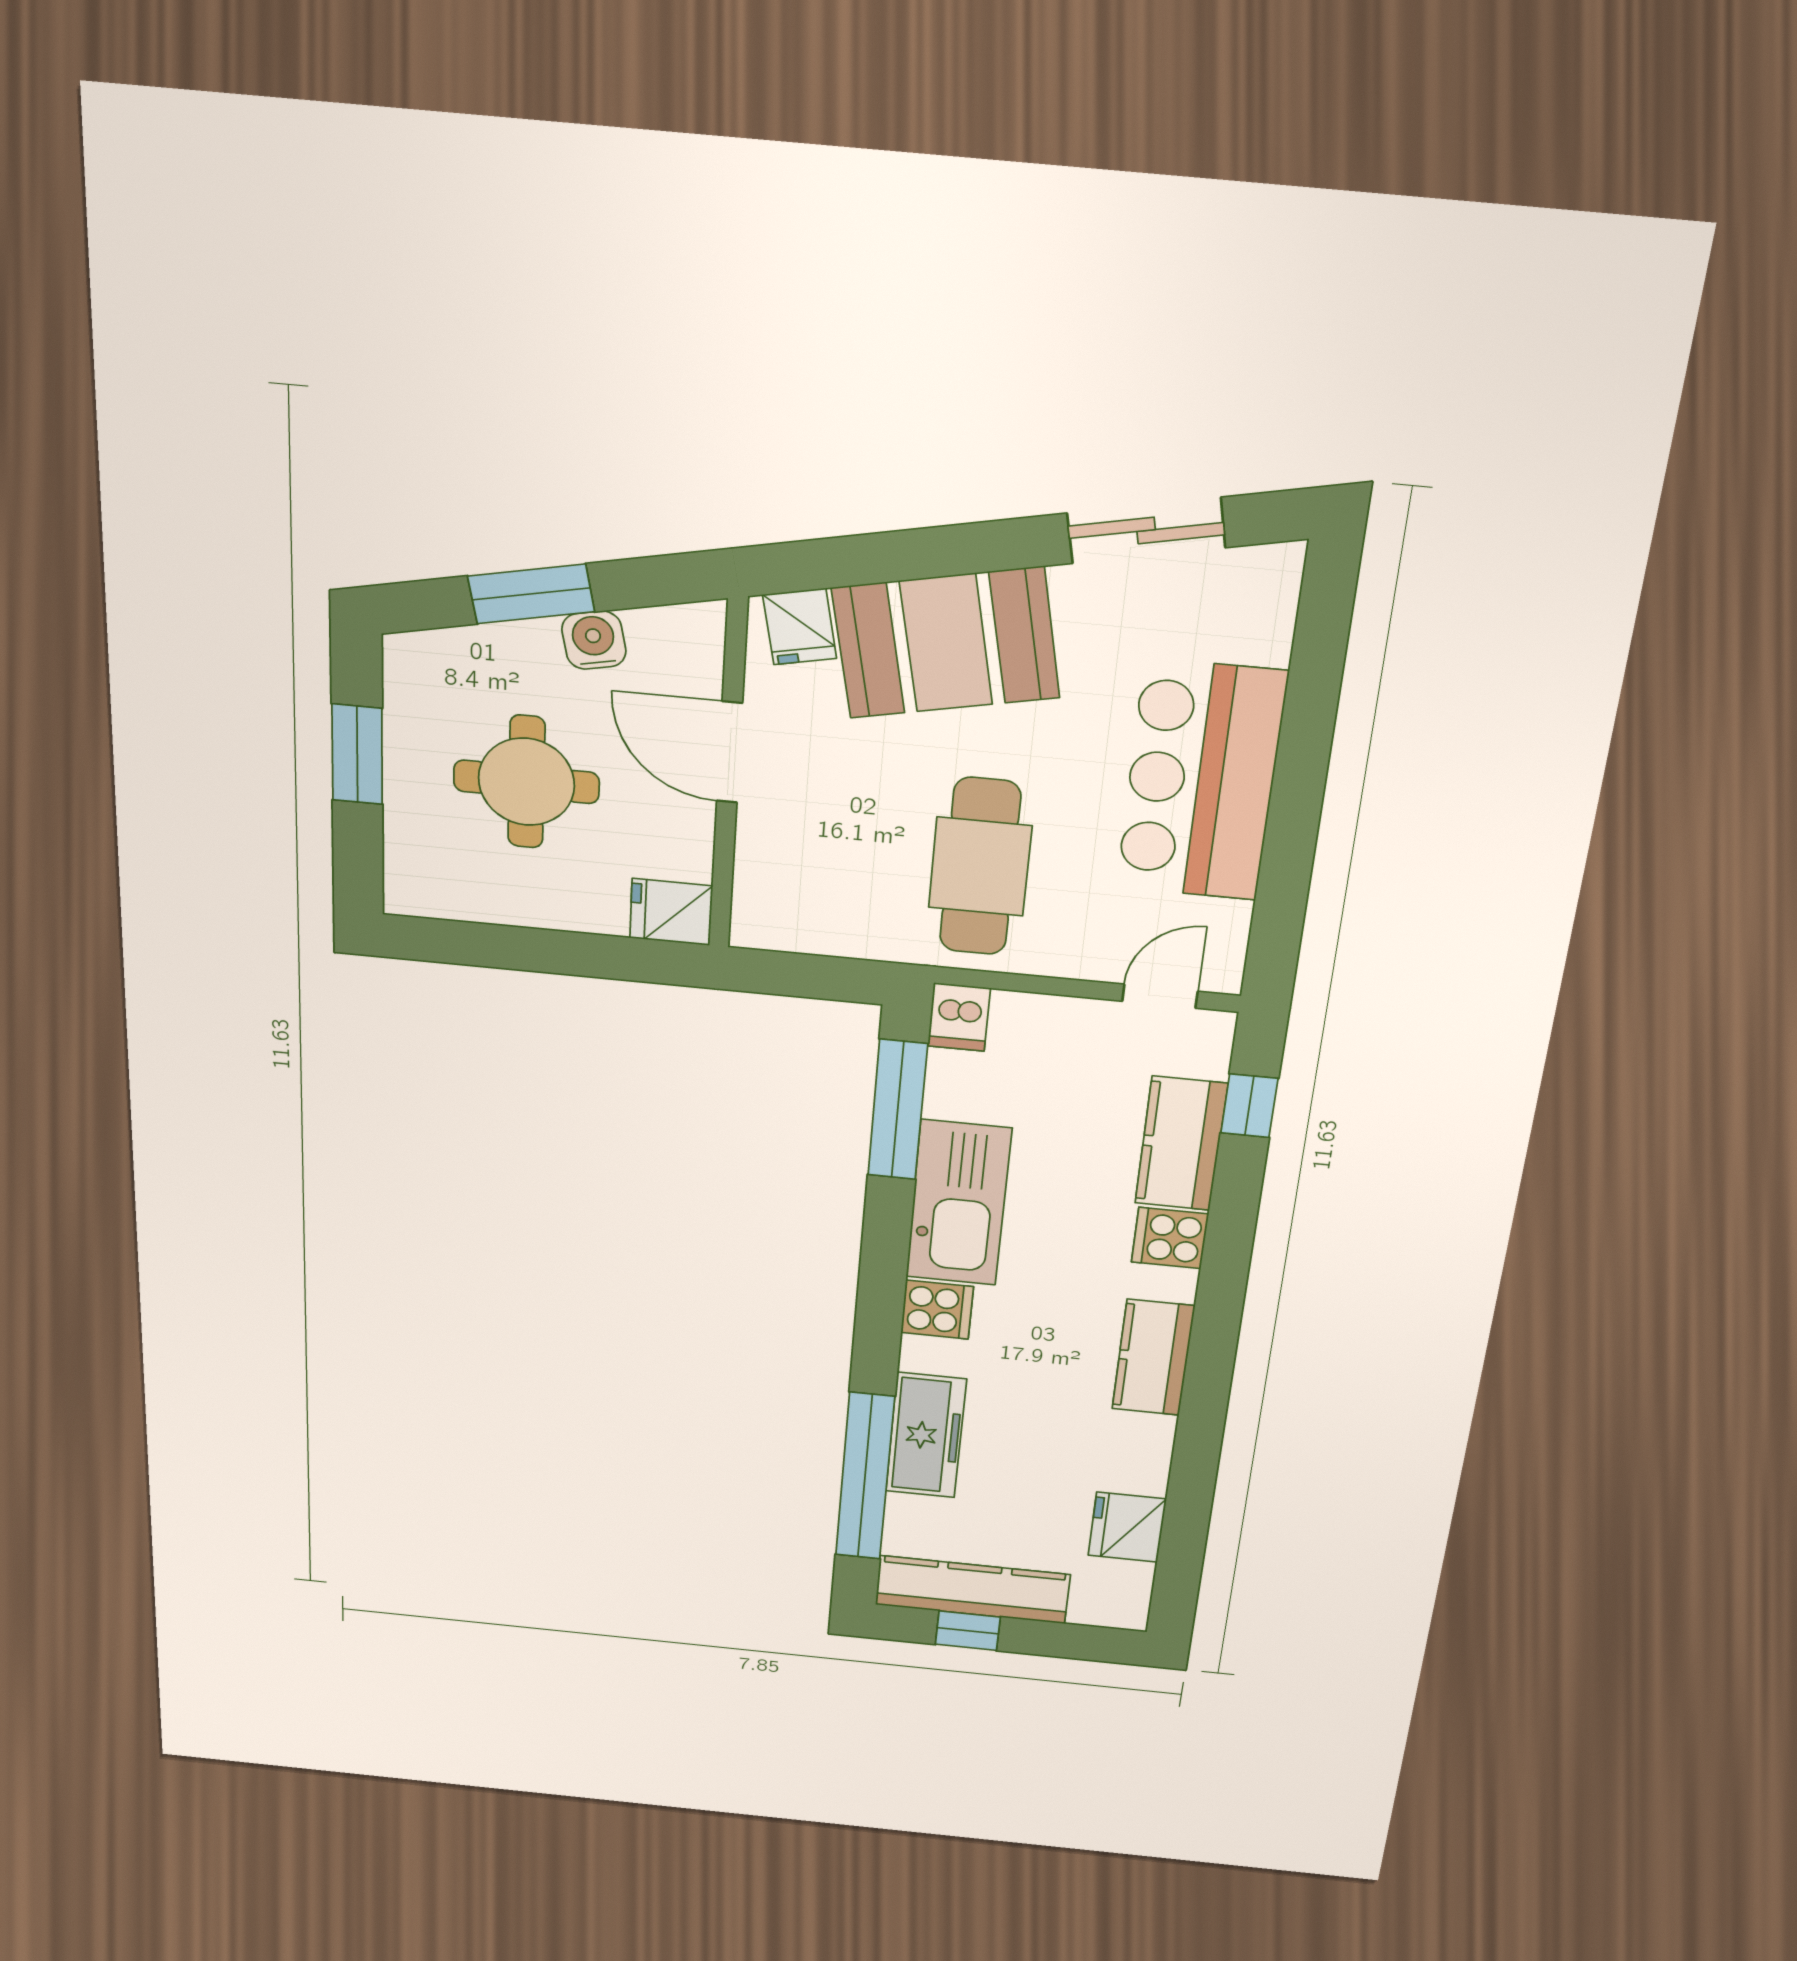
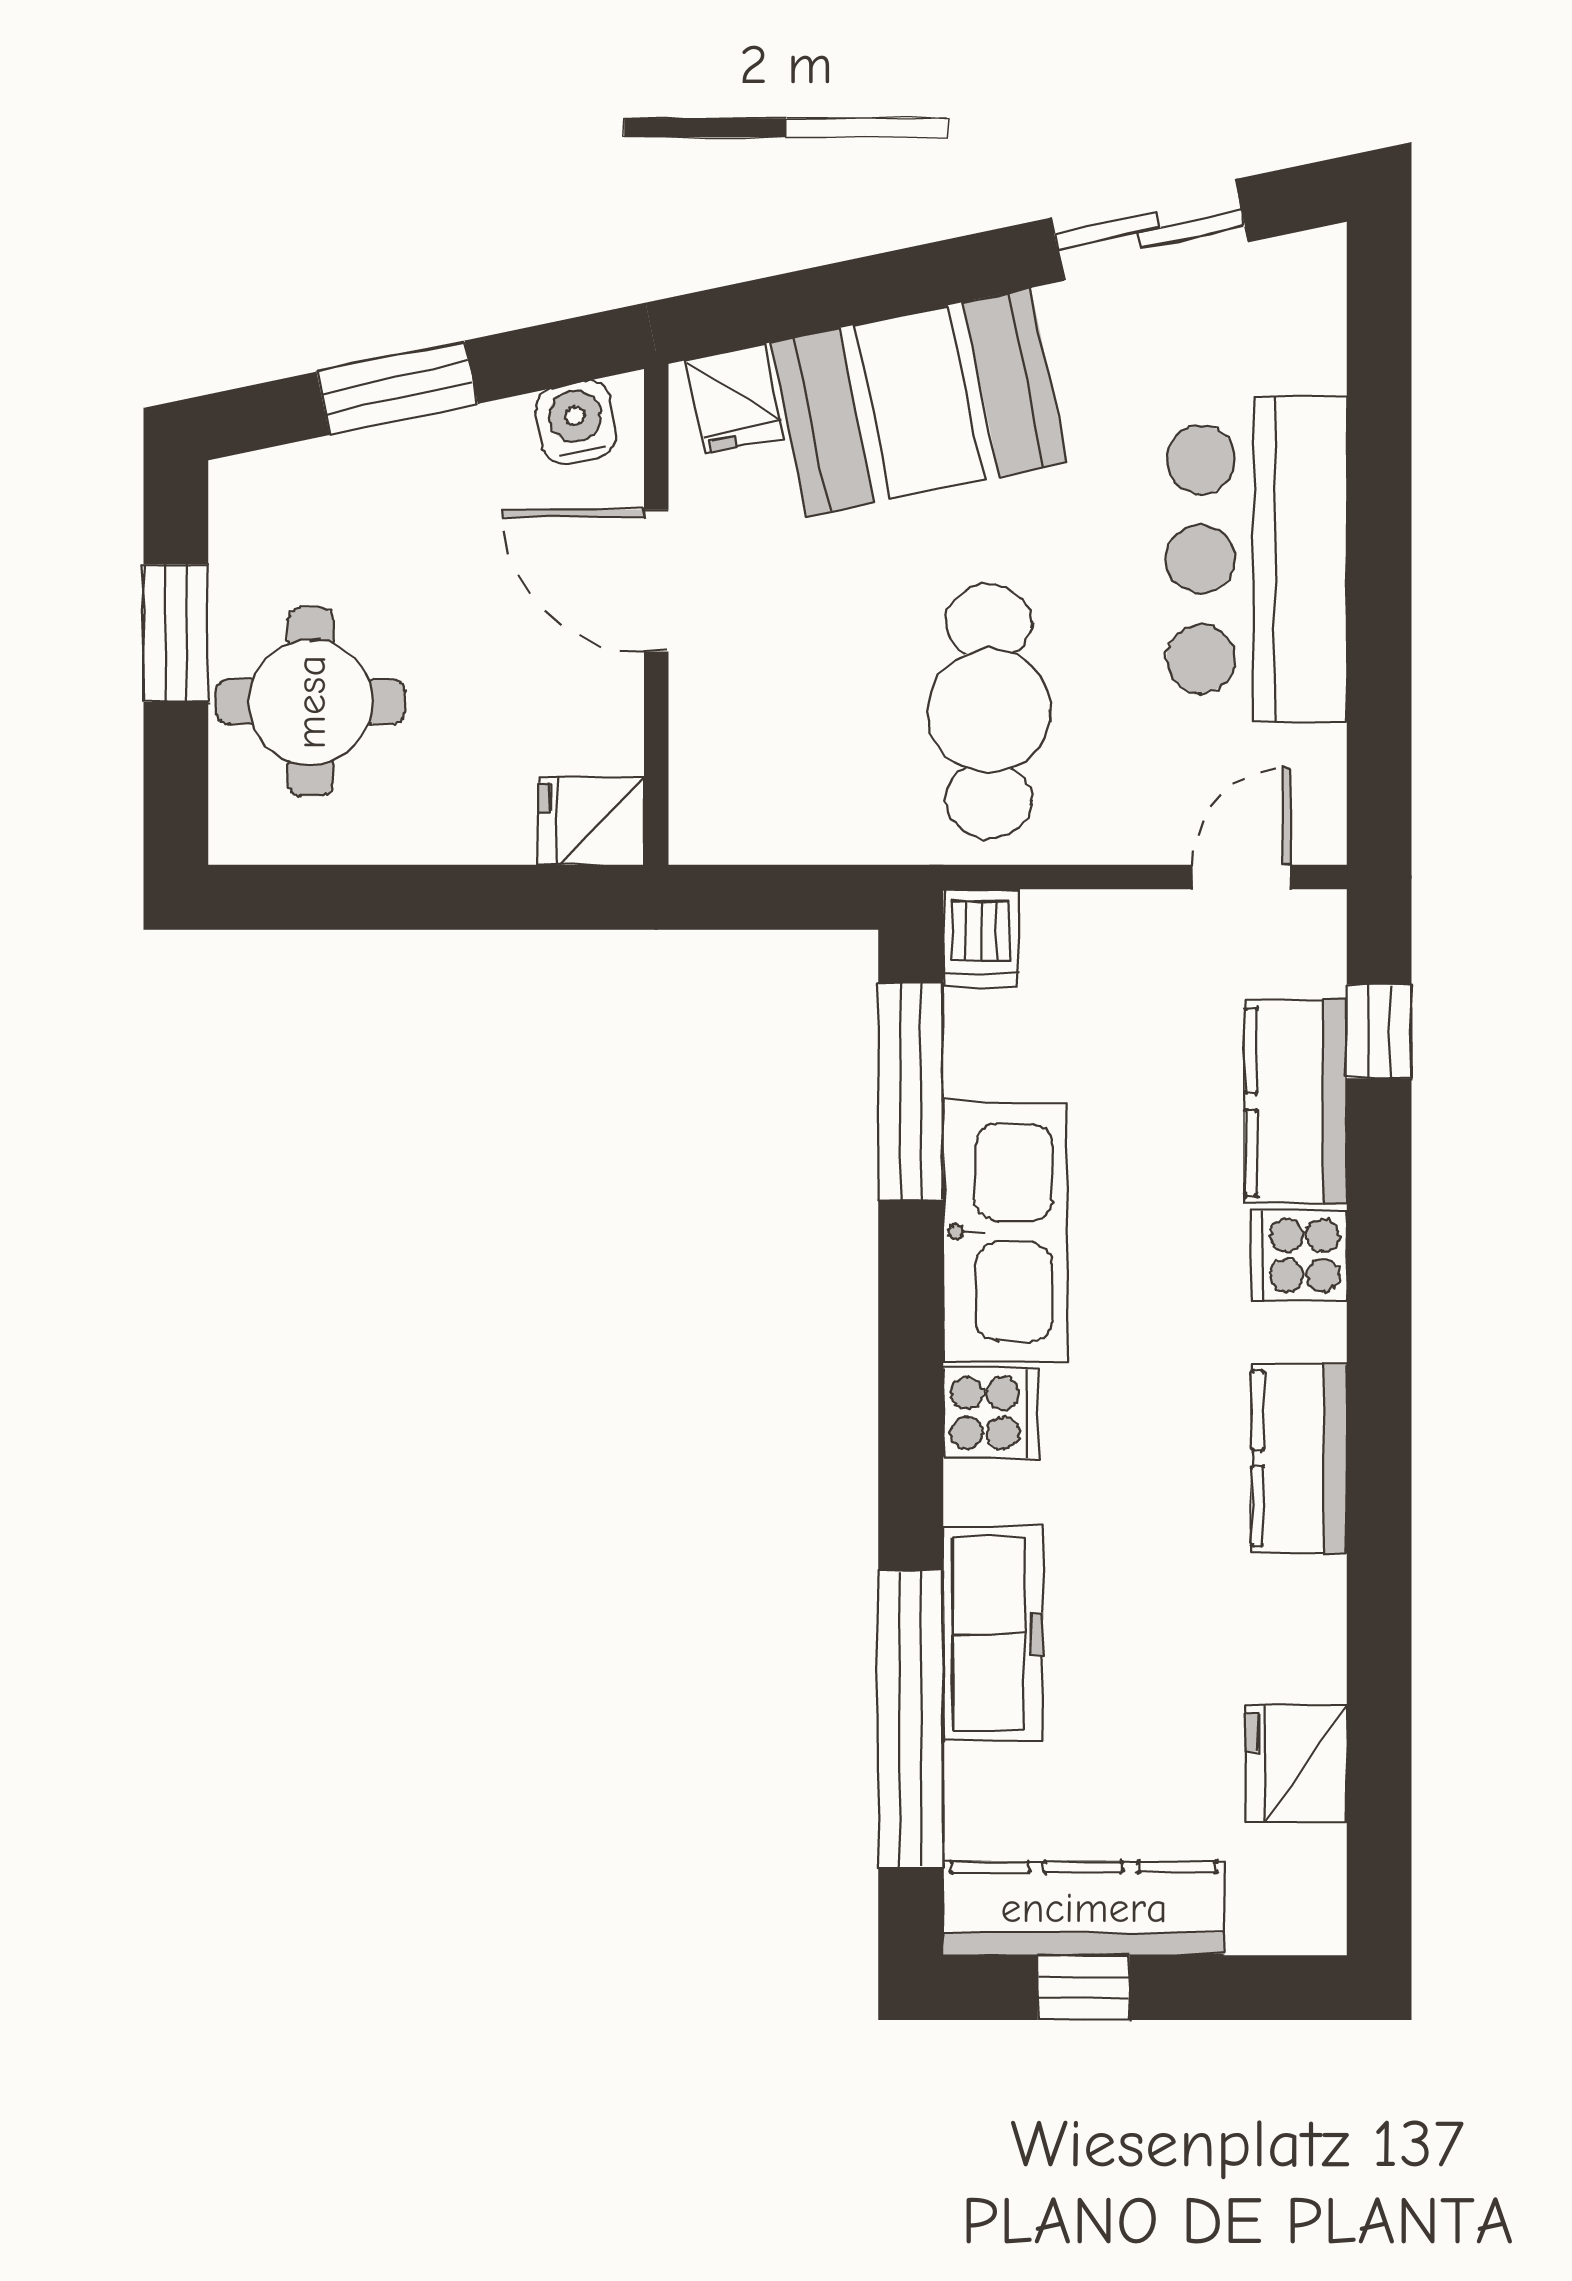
water cooler: (594, 640) -> (576, 422), moved
round table: (526, 782) -> (311, 702), moved

